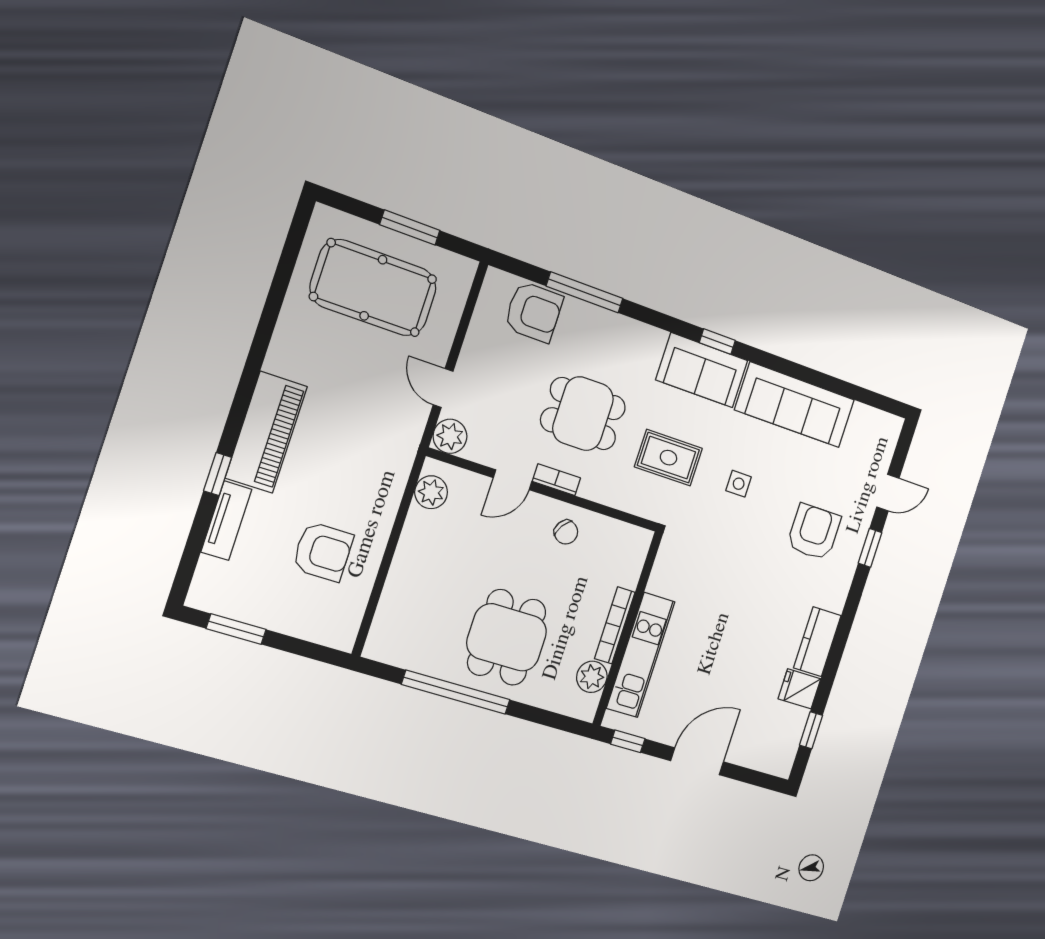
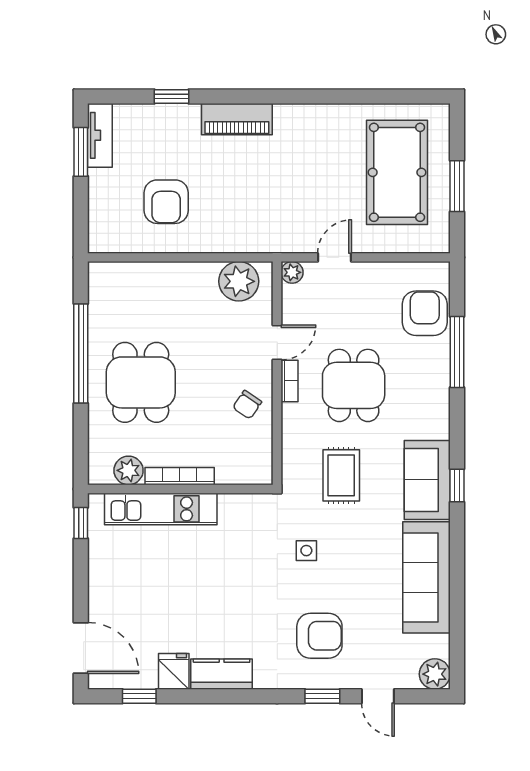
armchair: (534, 312) -> (425, 313), turned 180
plant: (886, 429) -> (435, 674), added
piano: (266, 432) -> (237, 119), width x0.73, depth x0.75
plant: (450, 436) -> (292, 272), width x0.73, depth x0.73
window: (218, 474) -> (171, 97), moved
door: (513, 480) -> (277, 342), swing flipped
side table: (739, 484) -> (306, 551), moved
plant: (431, 492) -> (239, 281), width x1.36, depth x1.36
tv unit: (226, 521) -> (100, 135), moved, turned -90
dining table: (507, 637) -> (141, 382), turned 90
door: (697, 761) -> (81, 648), moved

